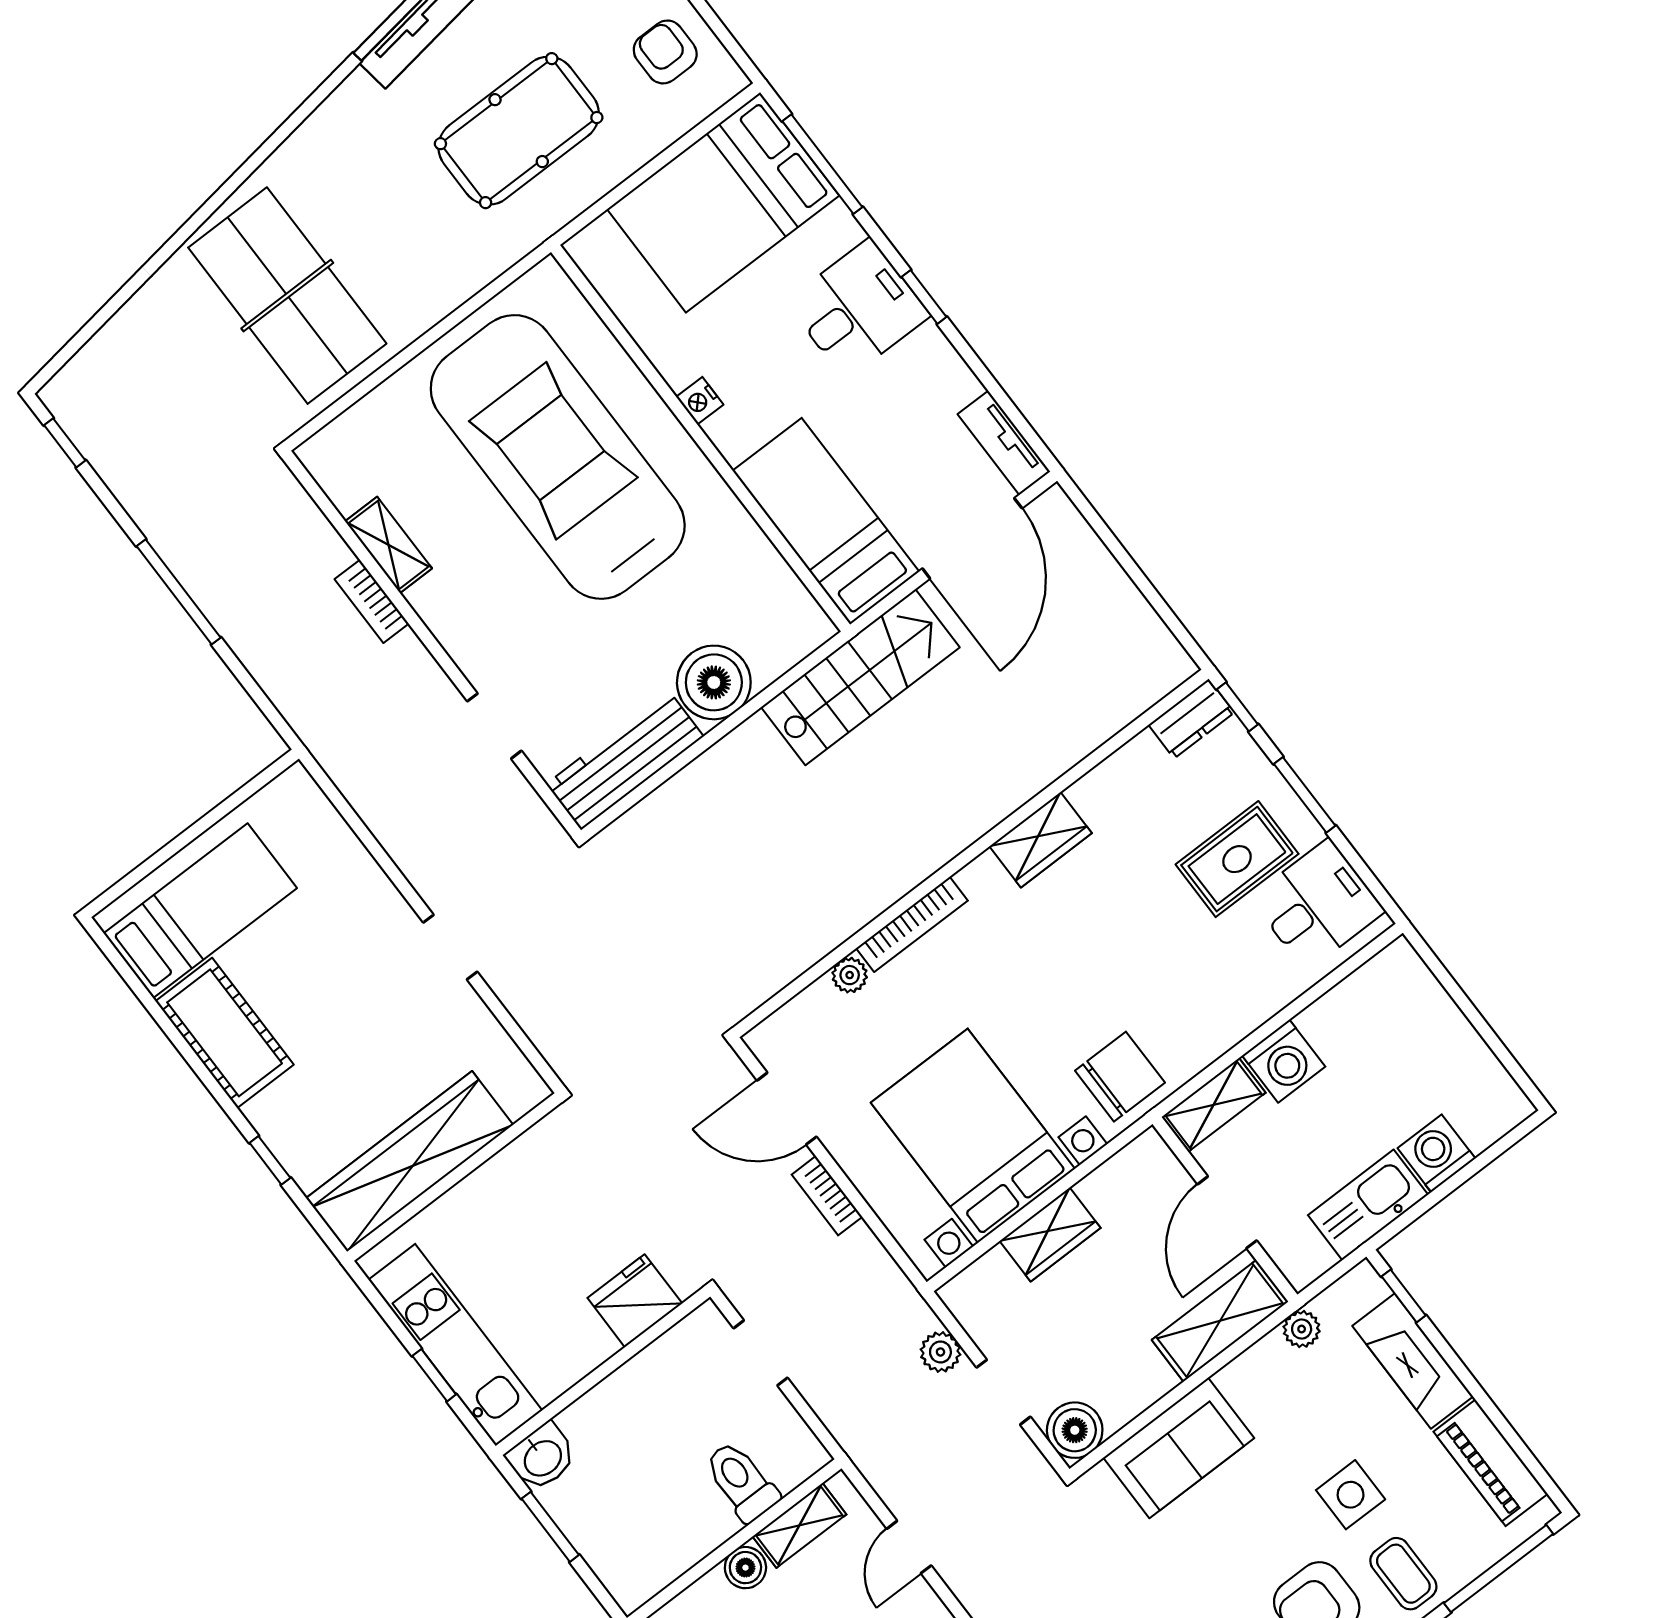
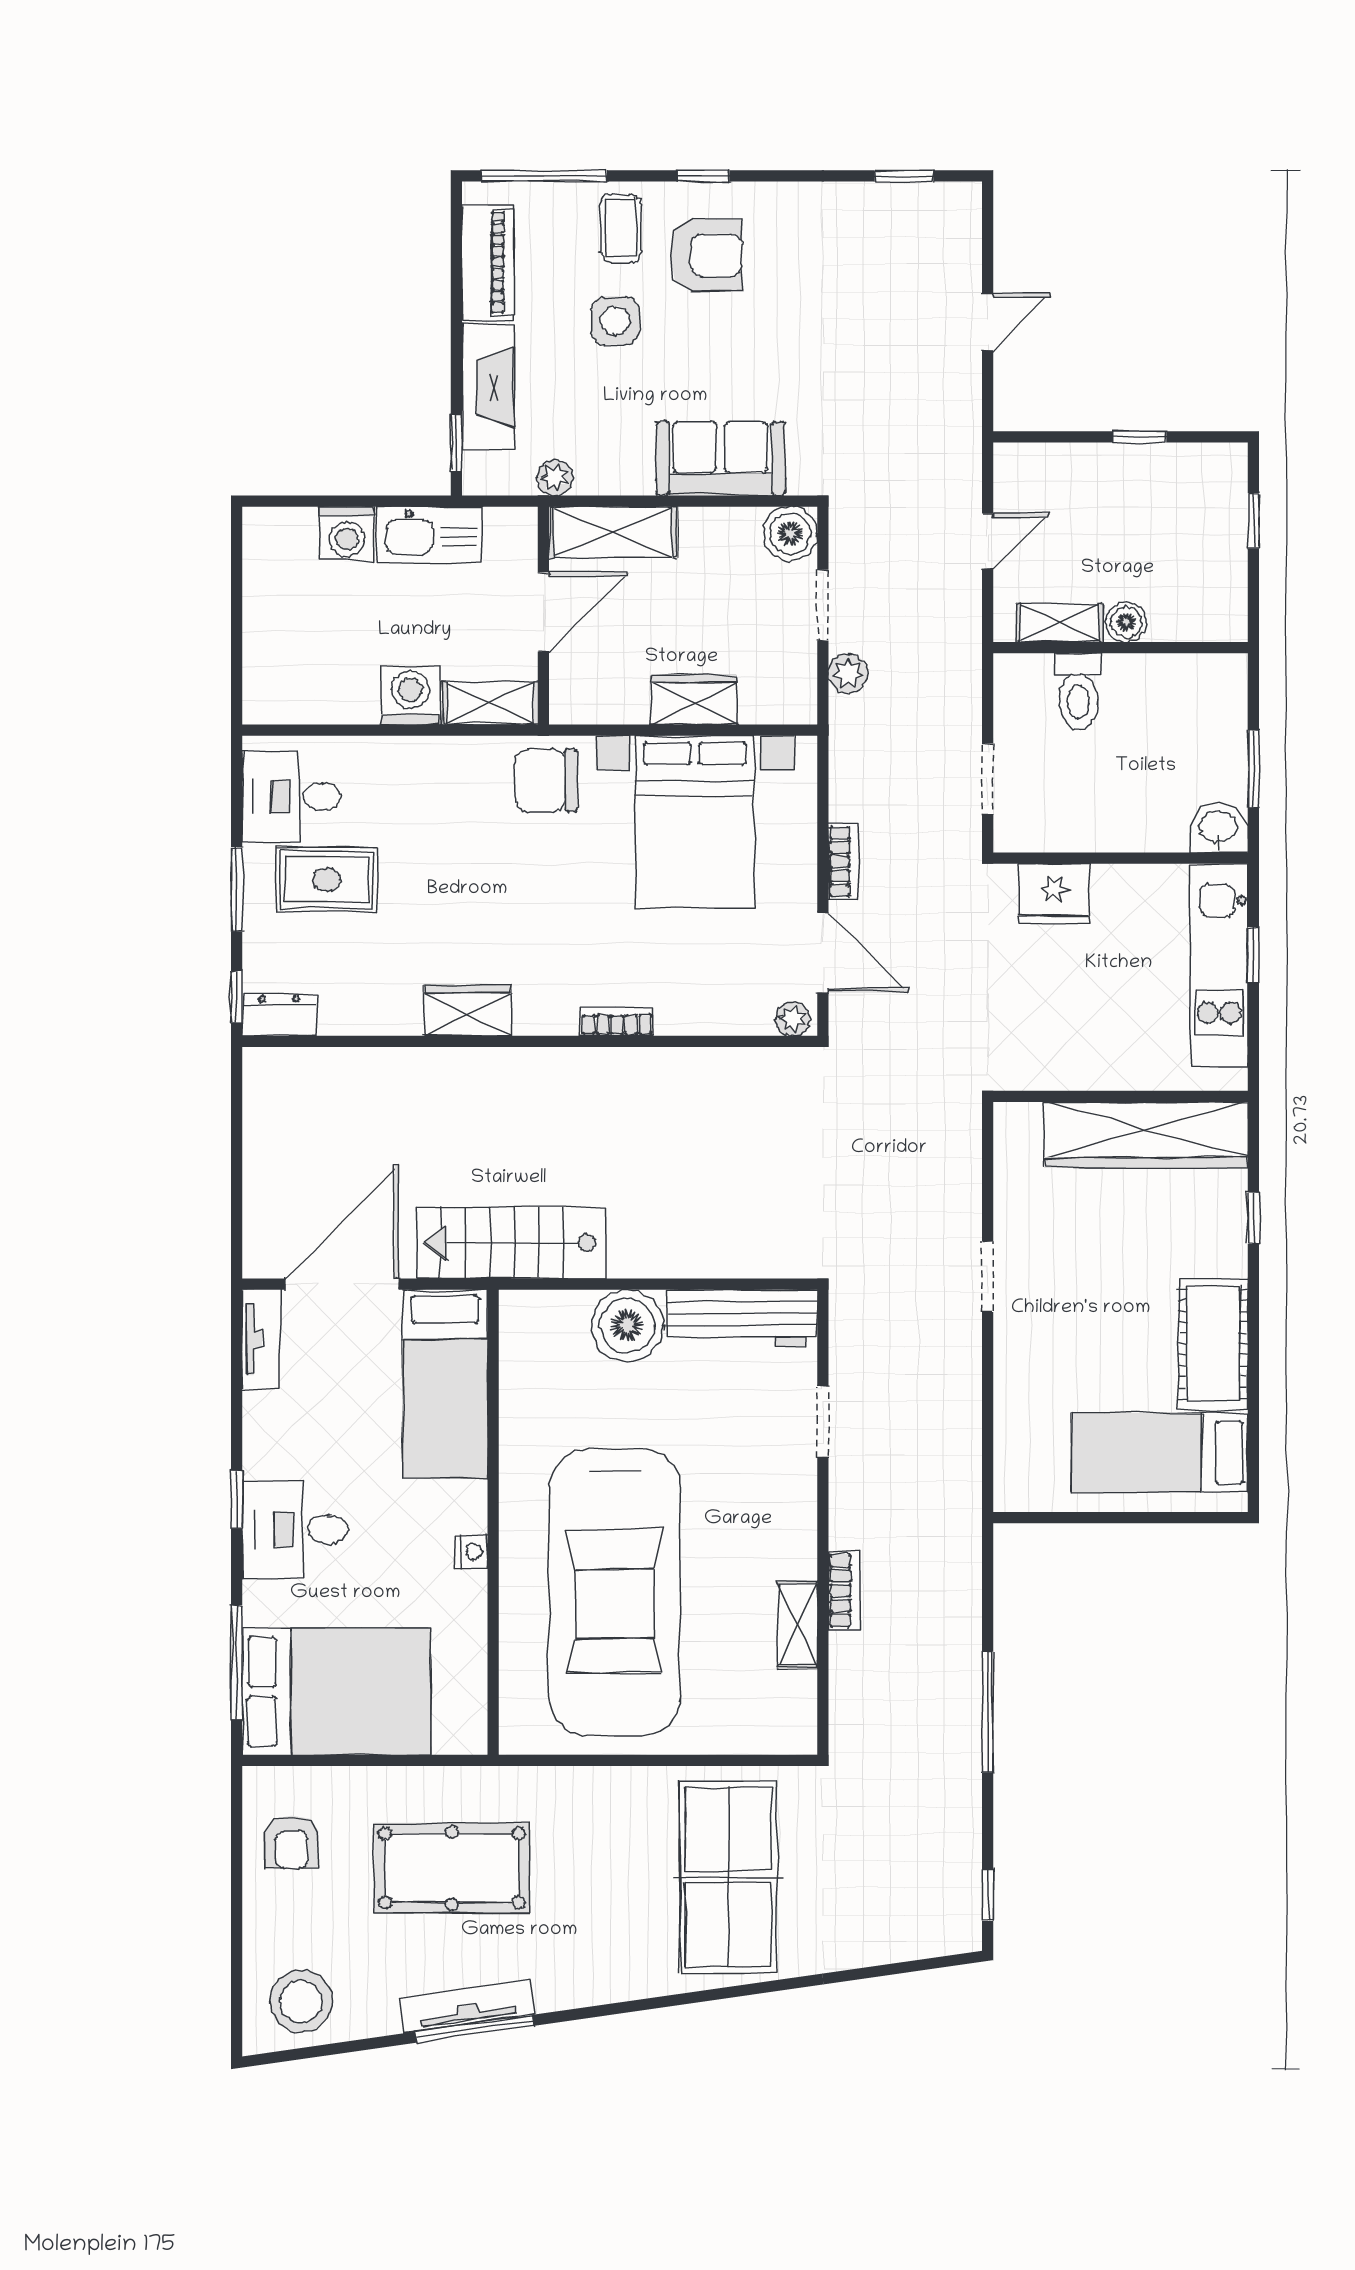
bookcase: (912, 924) -> (617, 1021), width x0.64
plant: (850, 975) -> (793, 1019), moved

